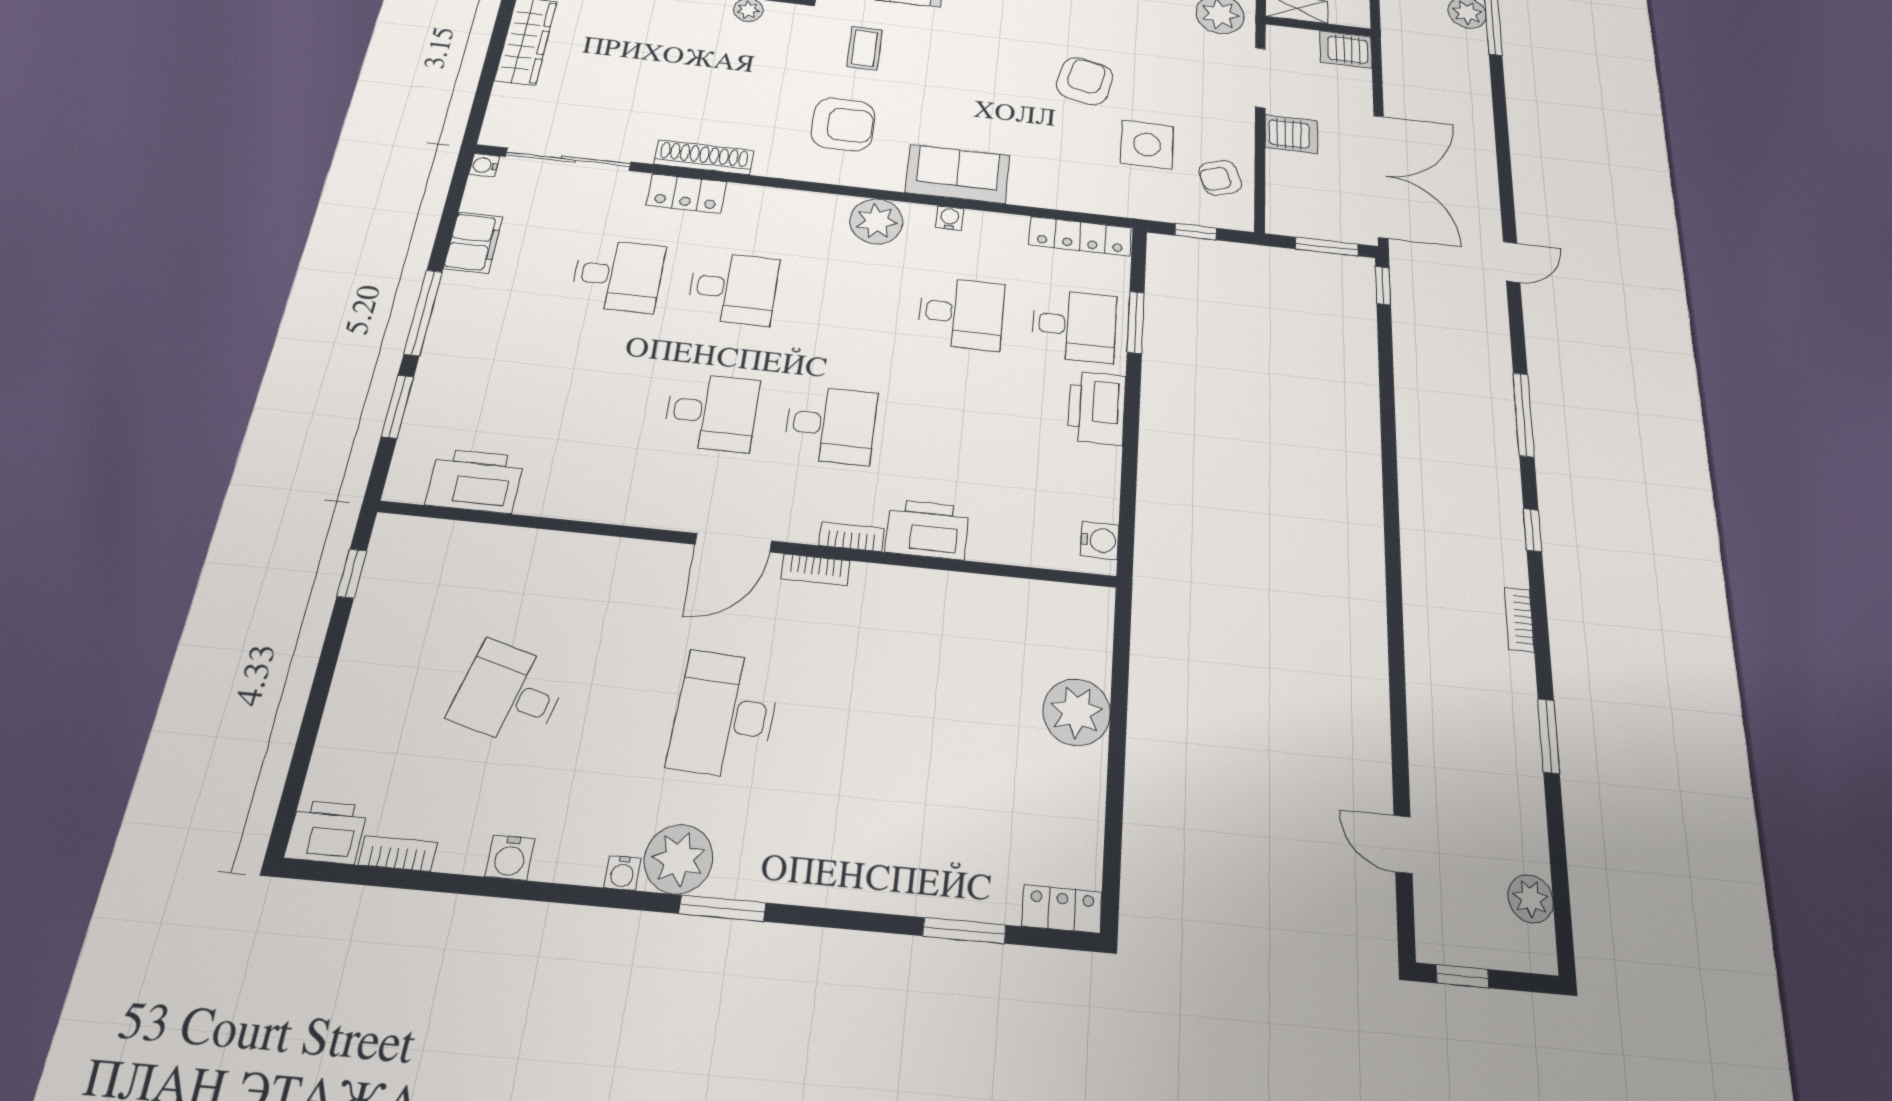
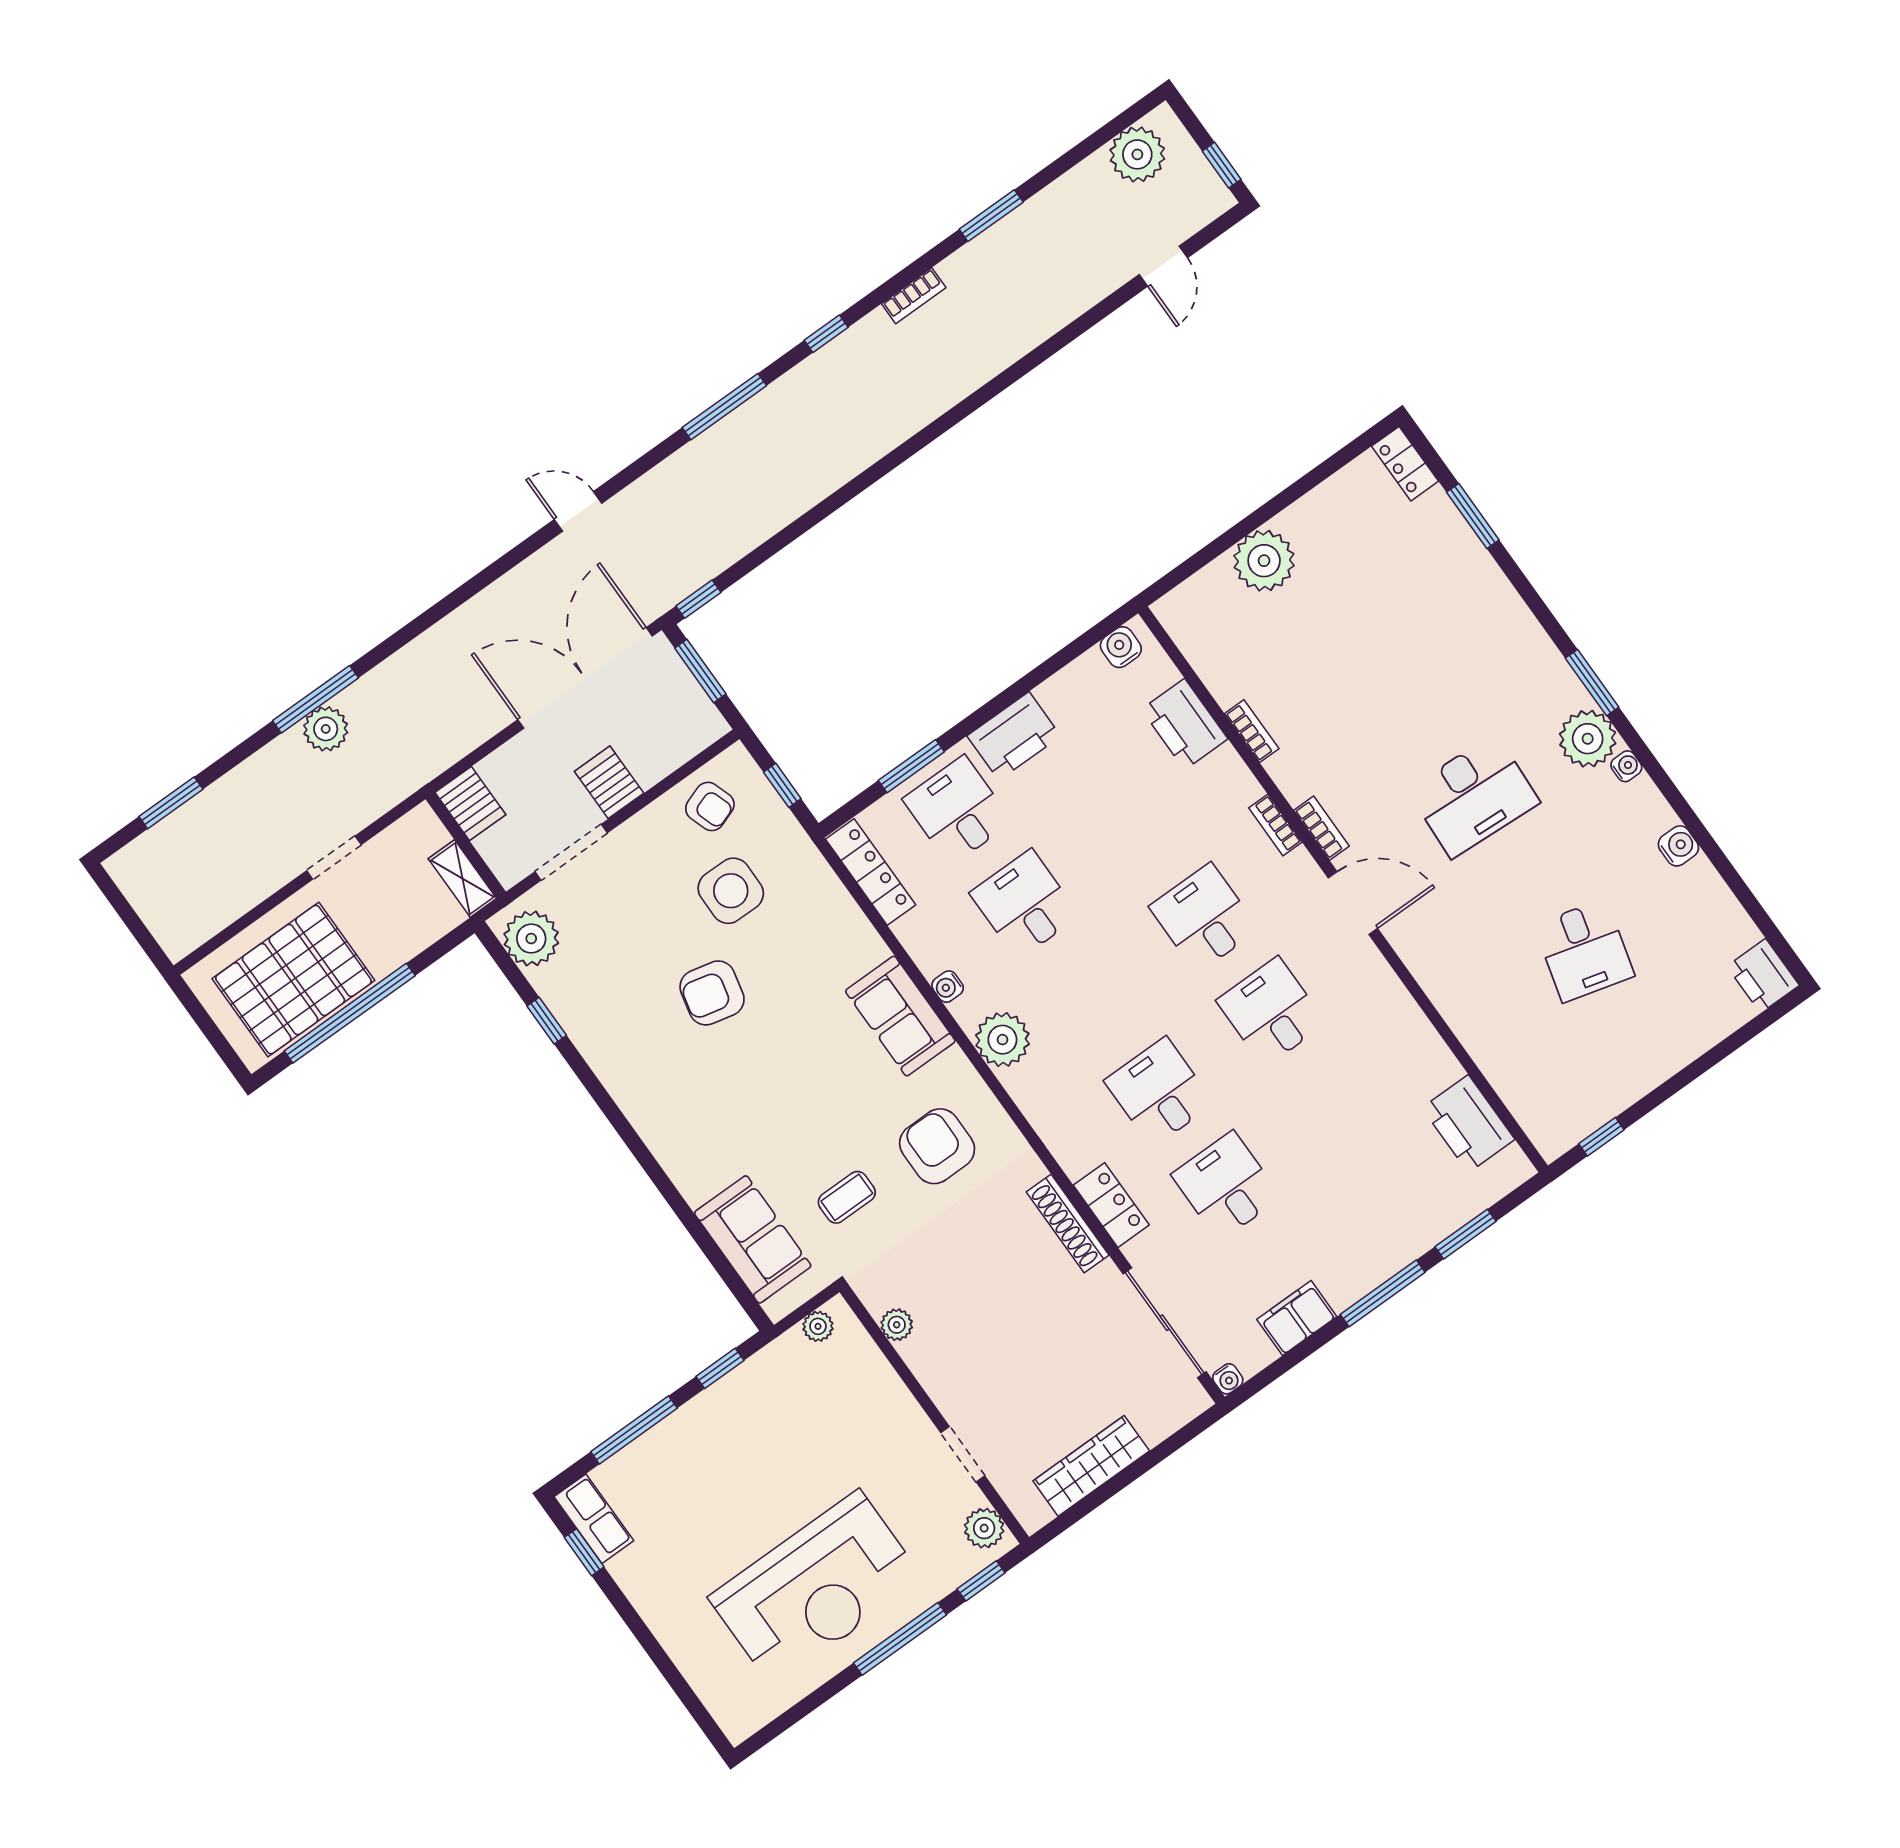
printer: (927, 530) -> (1185, 724), moved
bookcase: (398, 854) -> (1252, 731), moved, turned 180
plant: (1531, 899) -> (1137, 154), width x1.36, depth x1.36

